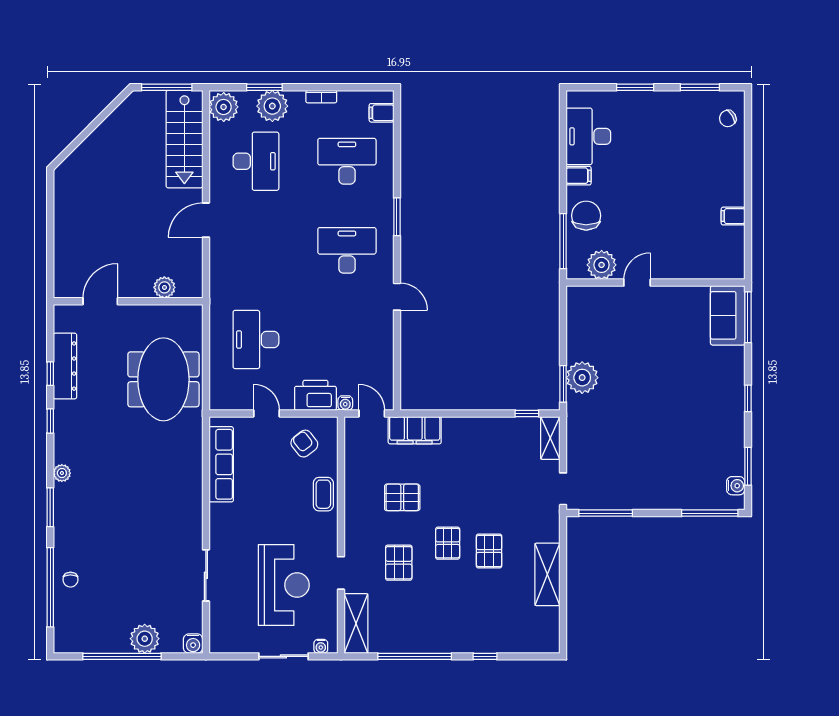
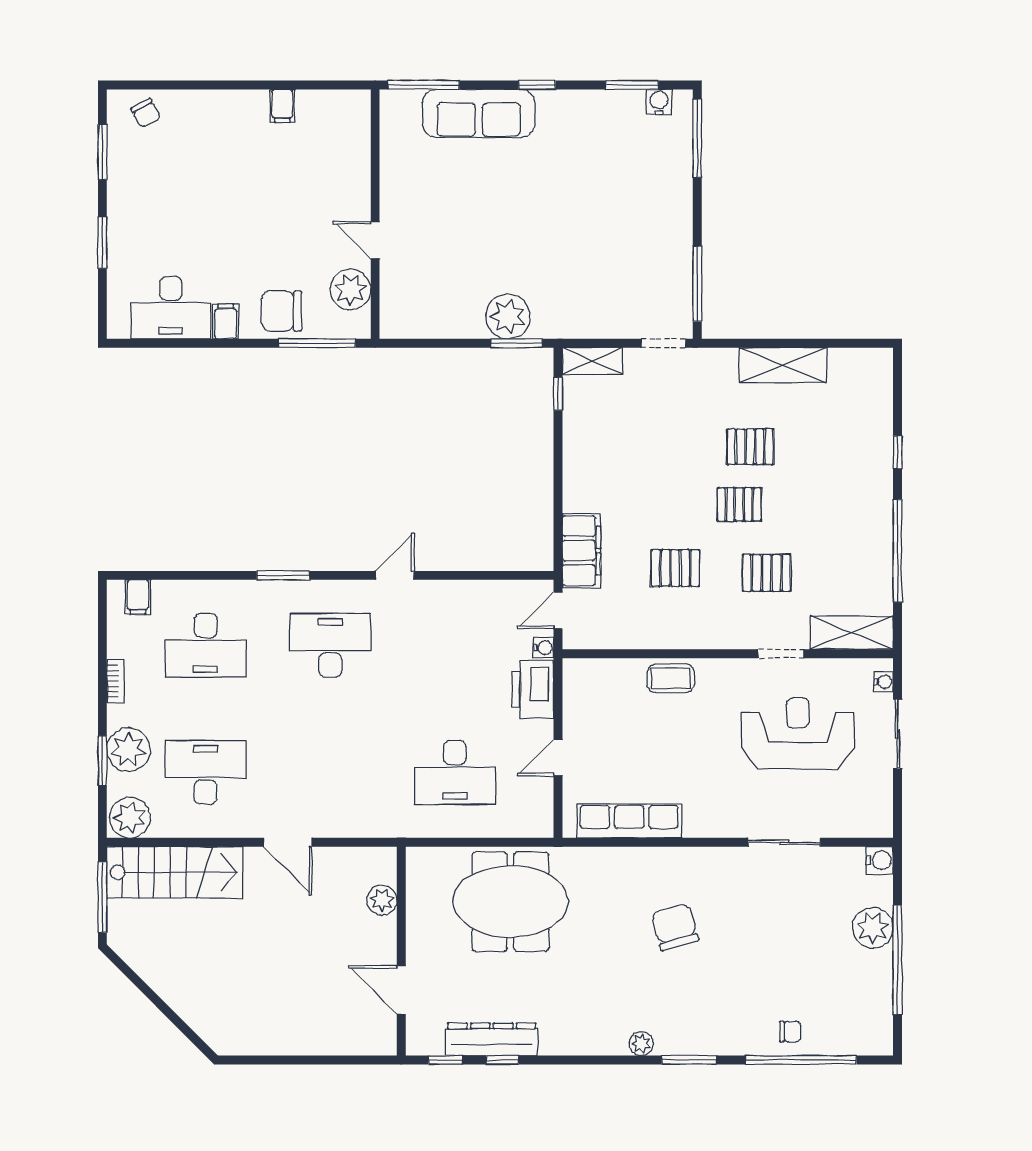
desk: (347, 161) -> (206, 645), turned -90
desk: (347, 250) -> (330, 645), turned 90
sofa: (728, 315) -> (479, 113), moved, width x1.36
window: (50, 421) -> (446, 1060), moved
armchair: (304, 444) -> (600, 705), removed
chair: (145, 497) -> (675, 927), added
pallet: (402, 497) -> (675, 568), turned 90

